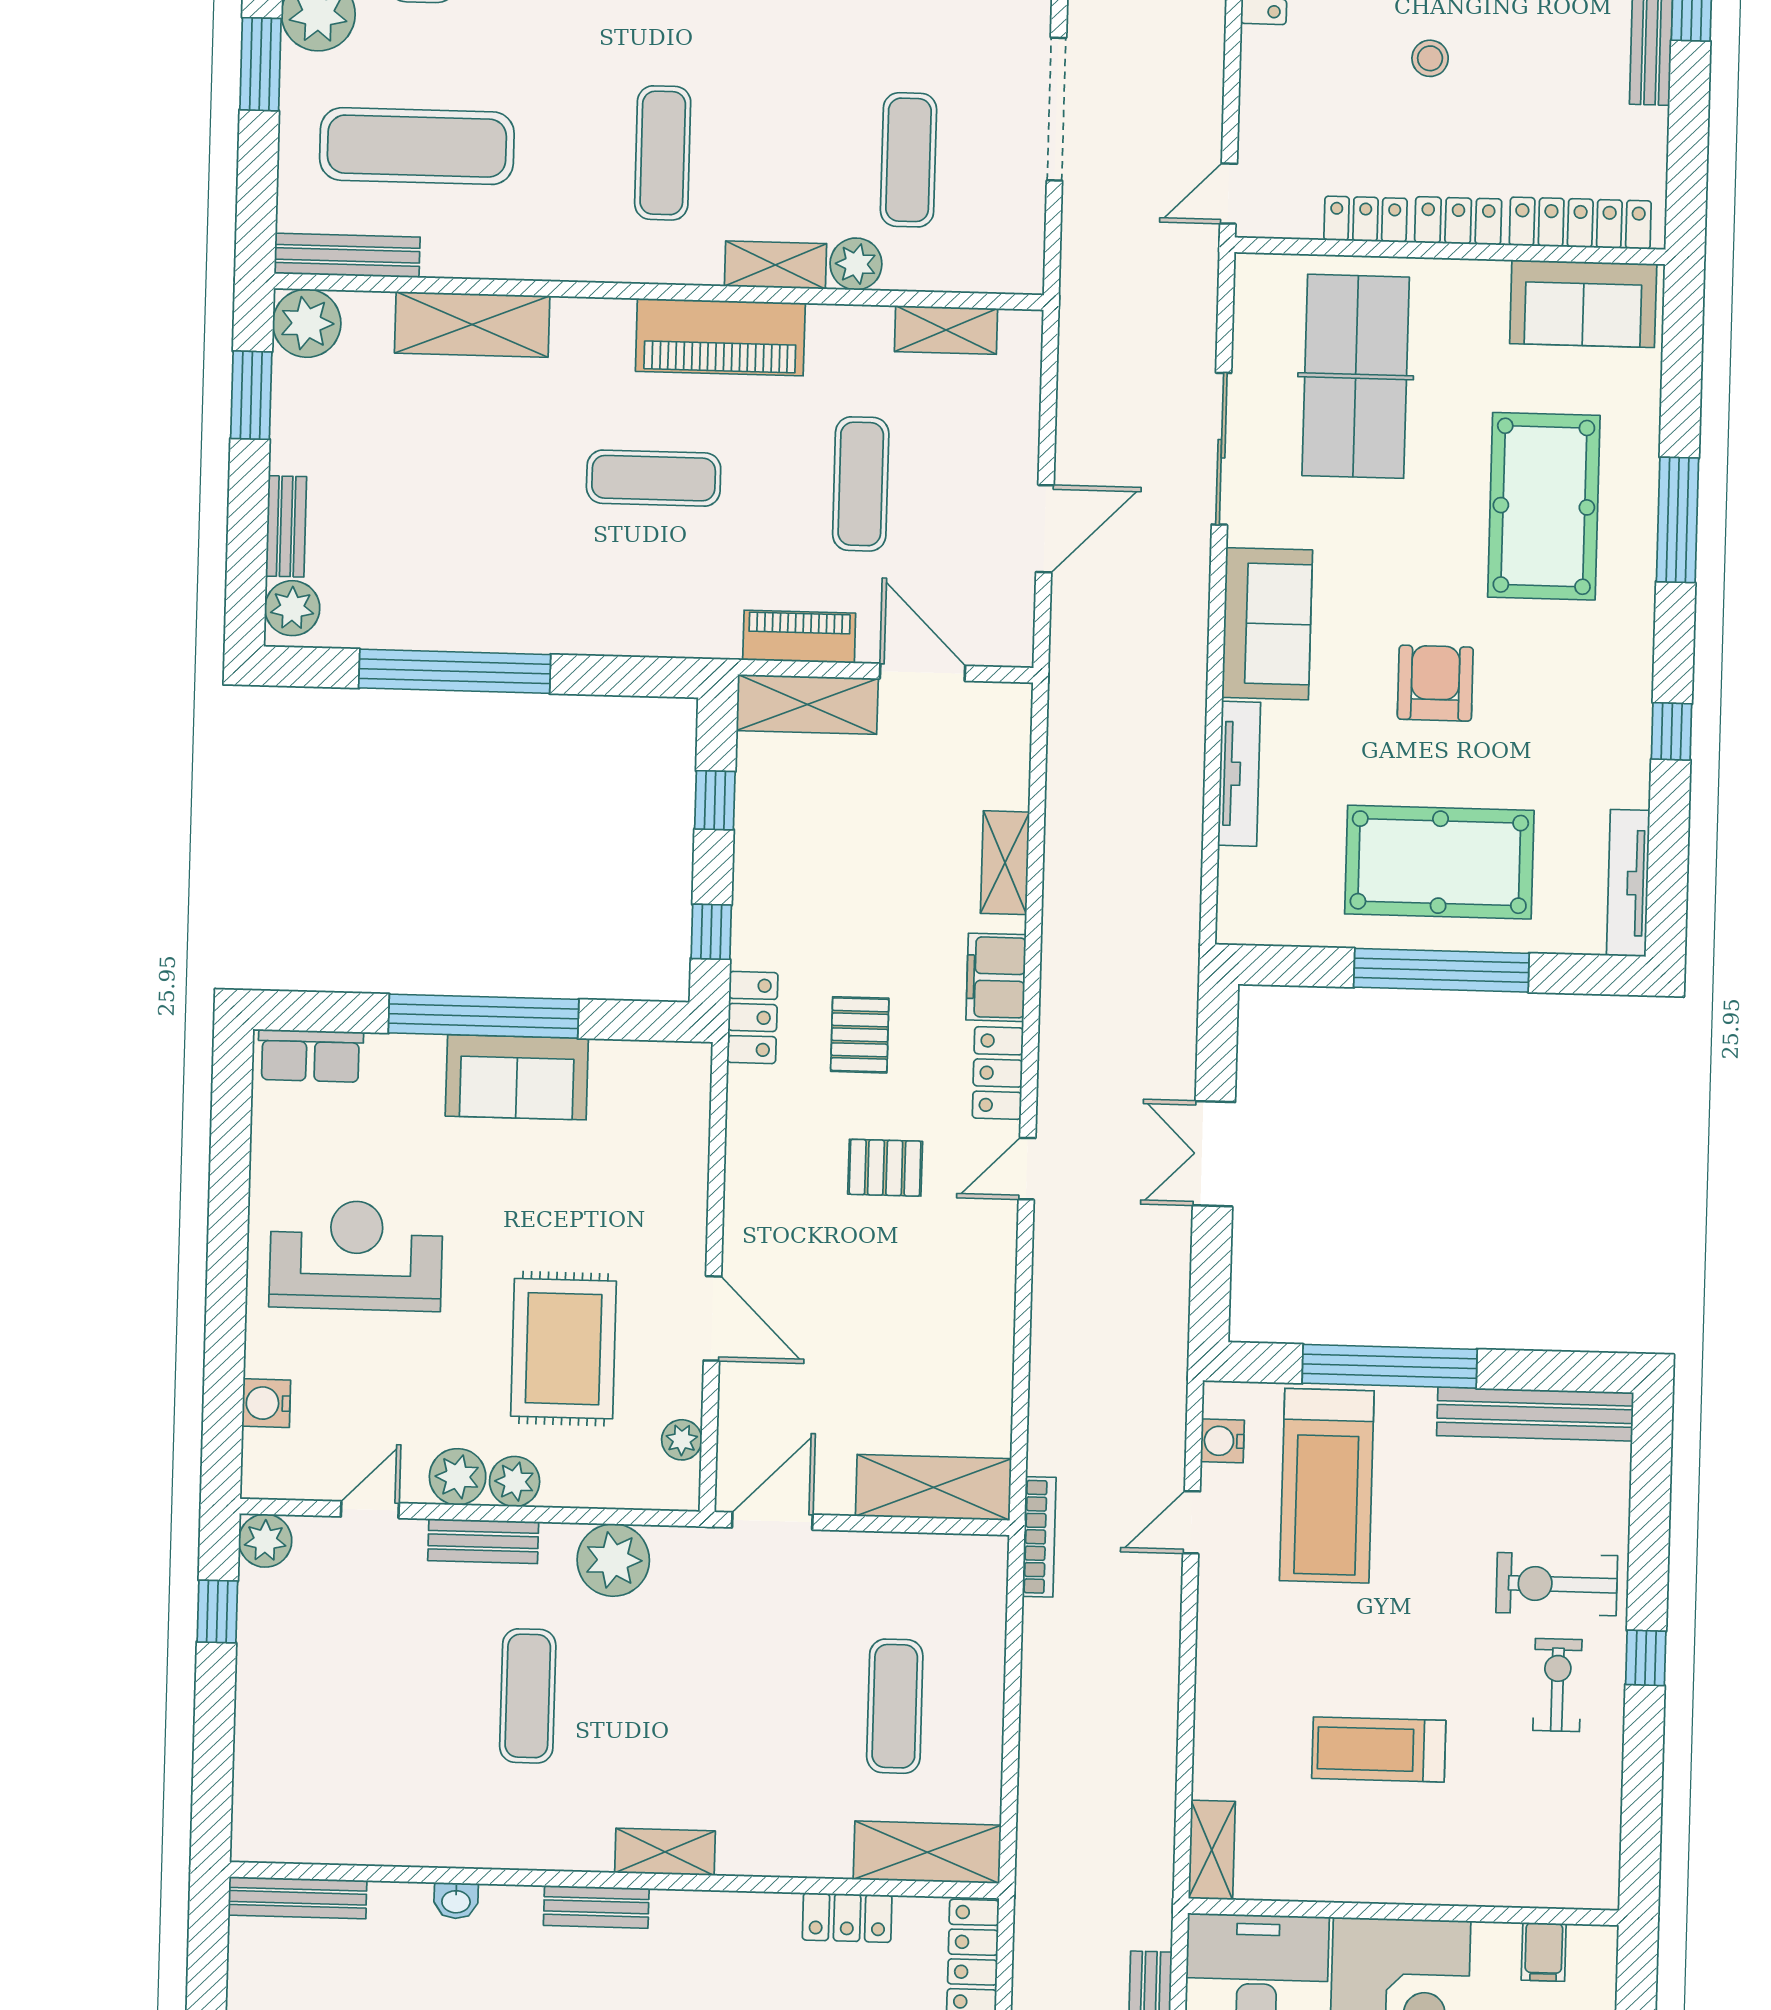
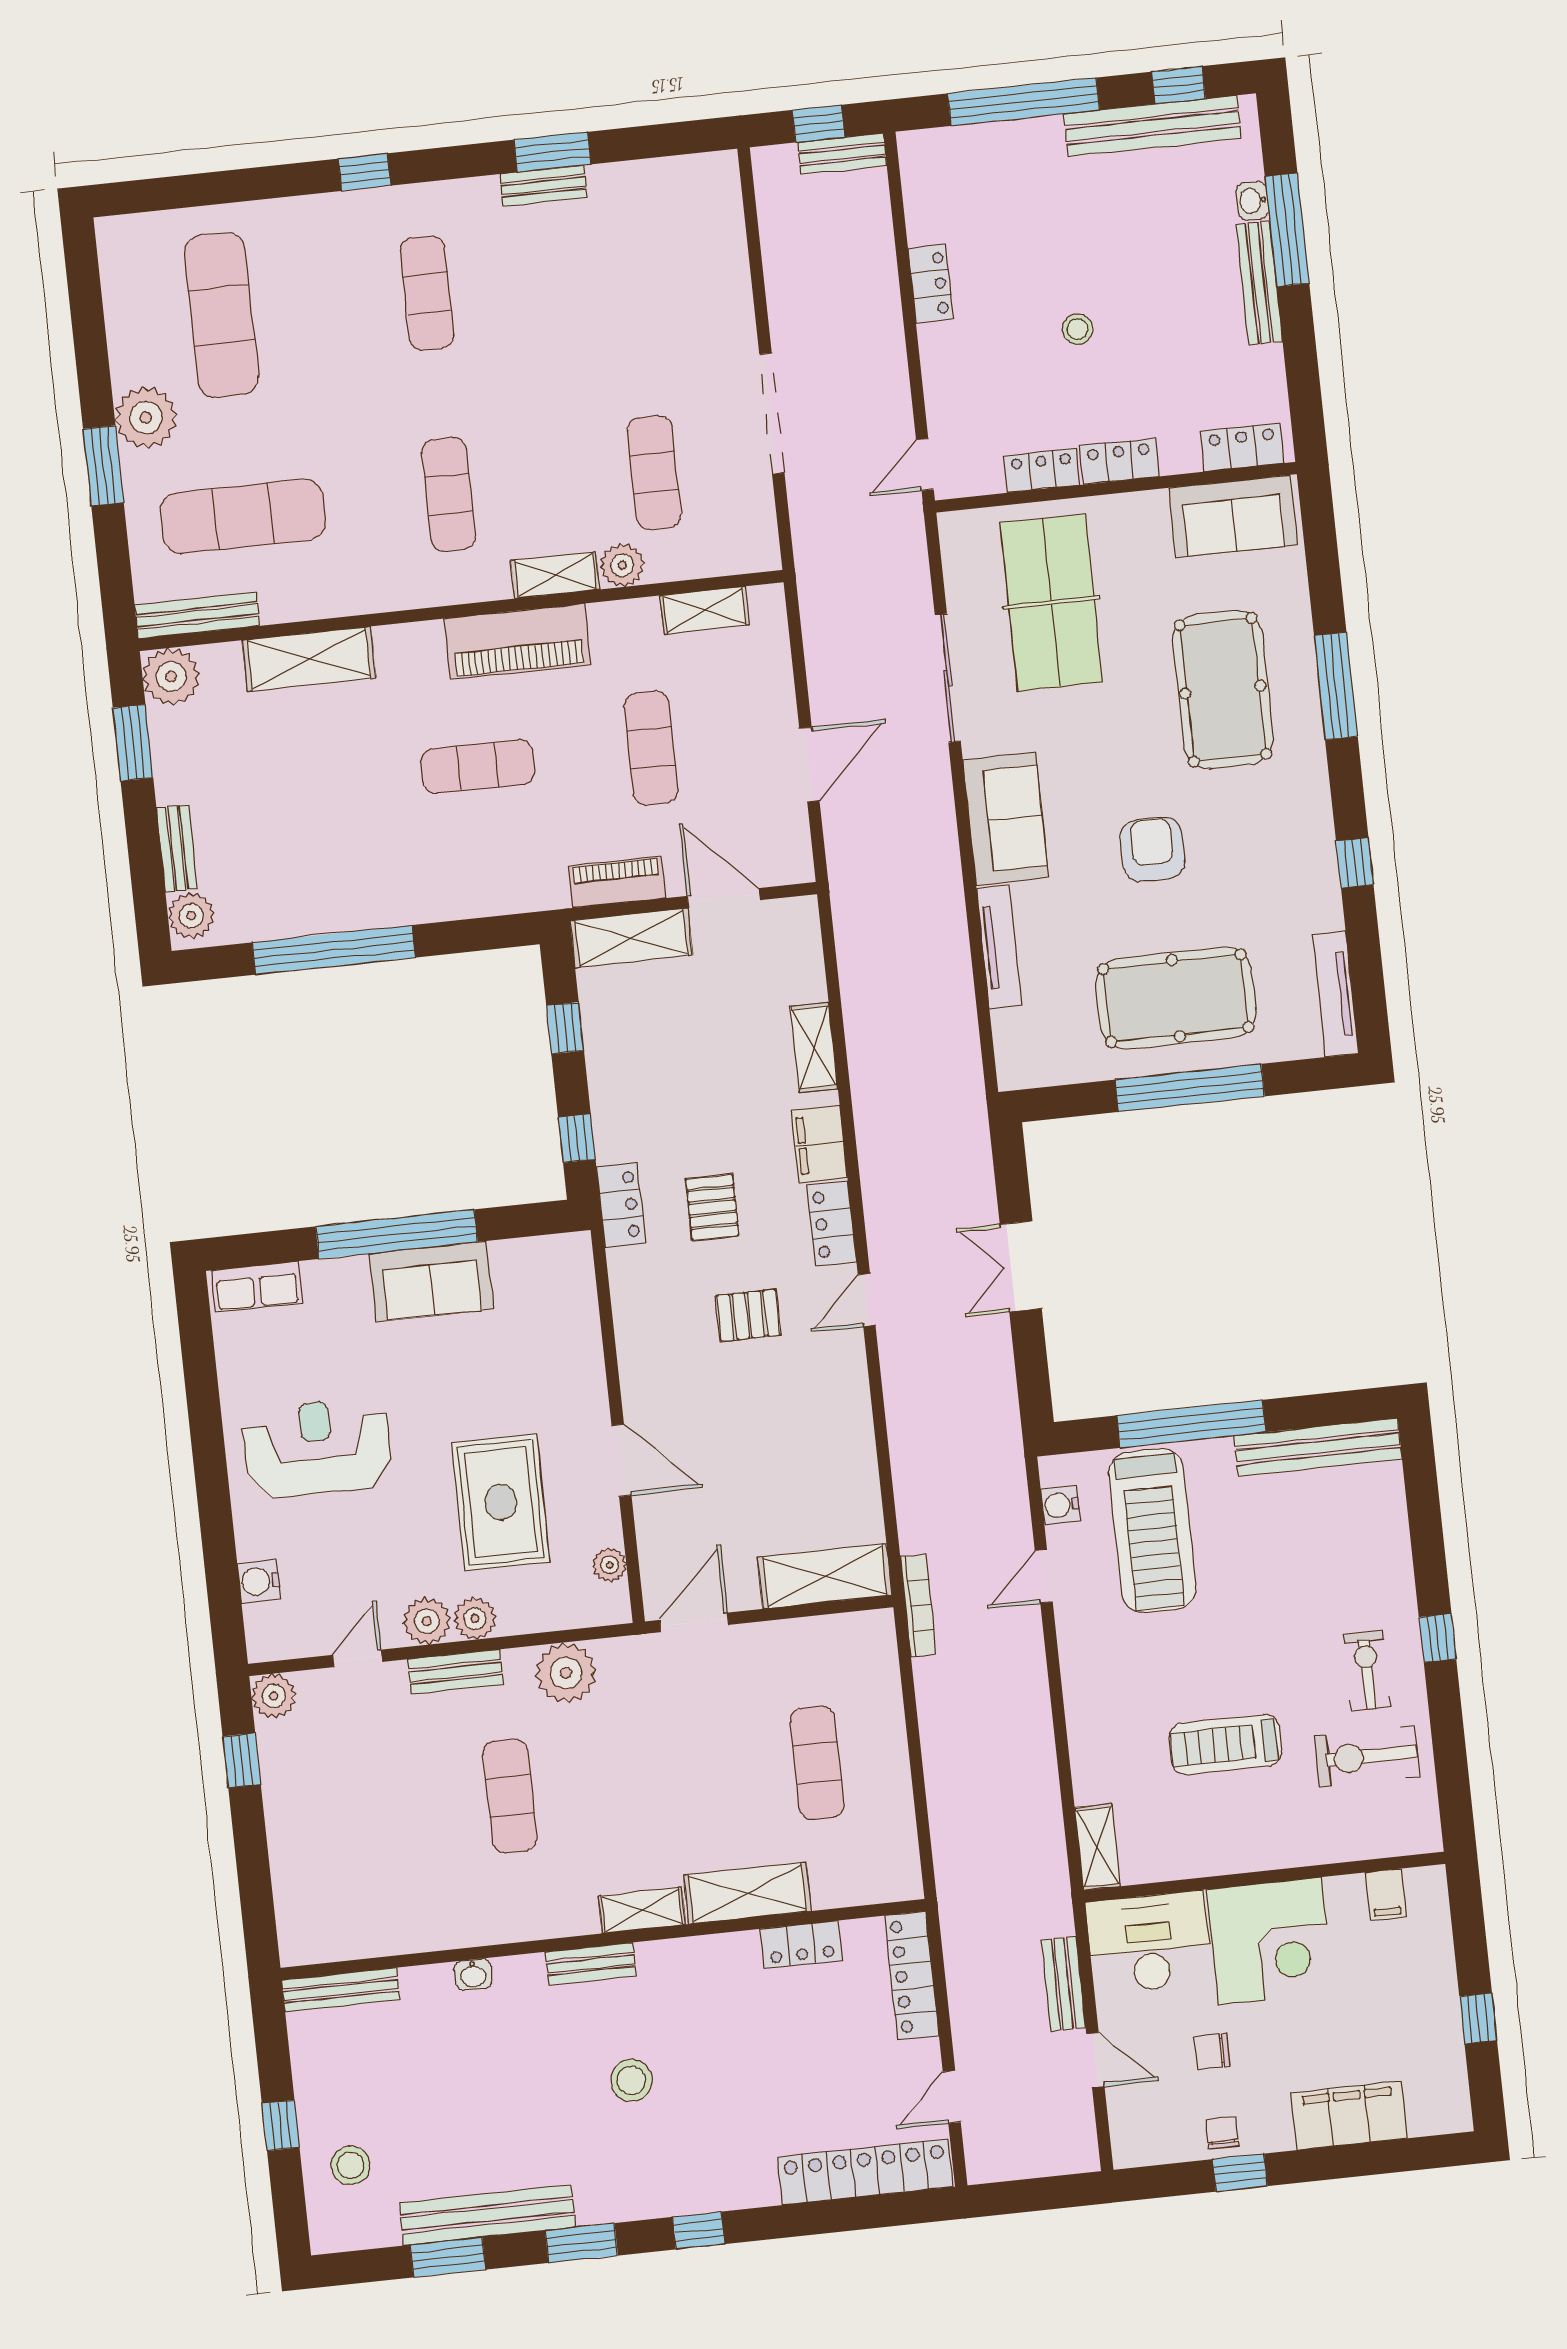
locker: (1580, 223) -> (1242, 447), width x0.66
exercise bike: (1557, 1584) -> (1367, 1756), moved
shelving: (927, 1852) -> (747, 1893), moved

